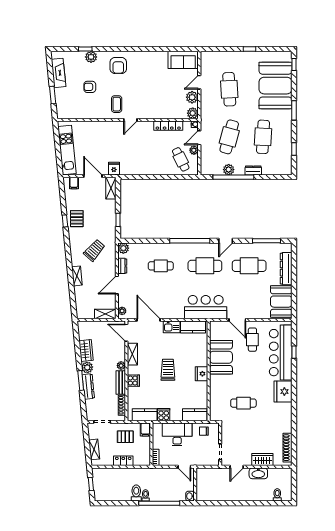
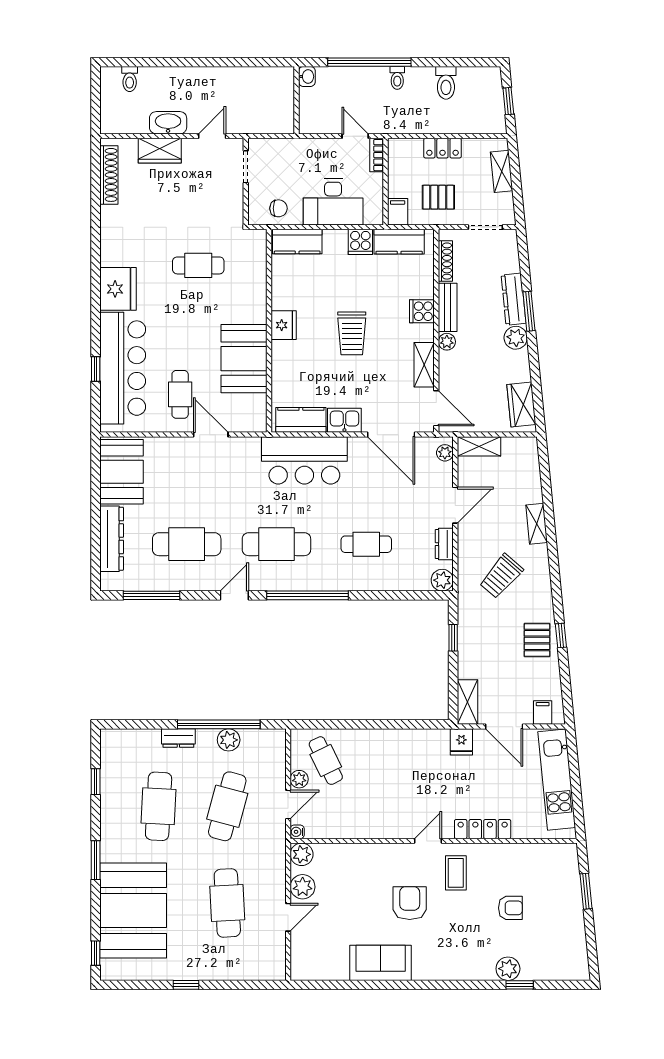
sofa: (183, 60) -> (381, 963), moved
armchair: (118, 66) -> (410, 903), moved
fireplace: (58, 73) -> (574, 936), removed
locker: (168, 126) -> (483, 829), moved
bar counter: (206, 307) -> (304, 460), moved
wardrobe: (86, 350) -> (521, 405), moved
door: (184, 467) -> (355, 136), moved
toilet: (136, 493) -> (446, 83), moved

